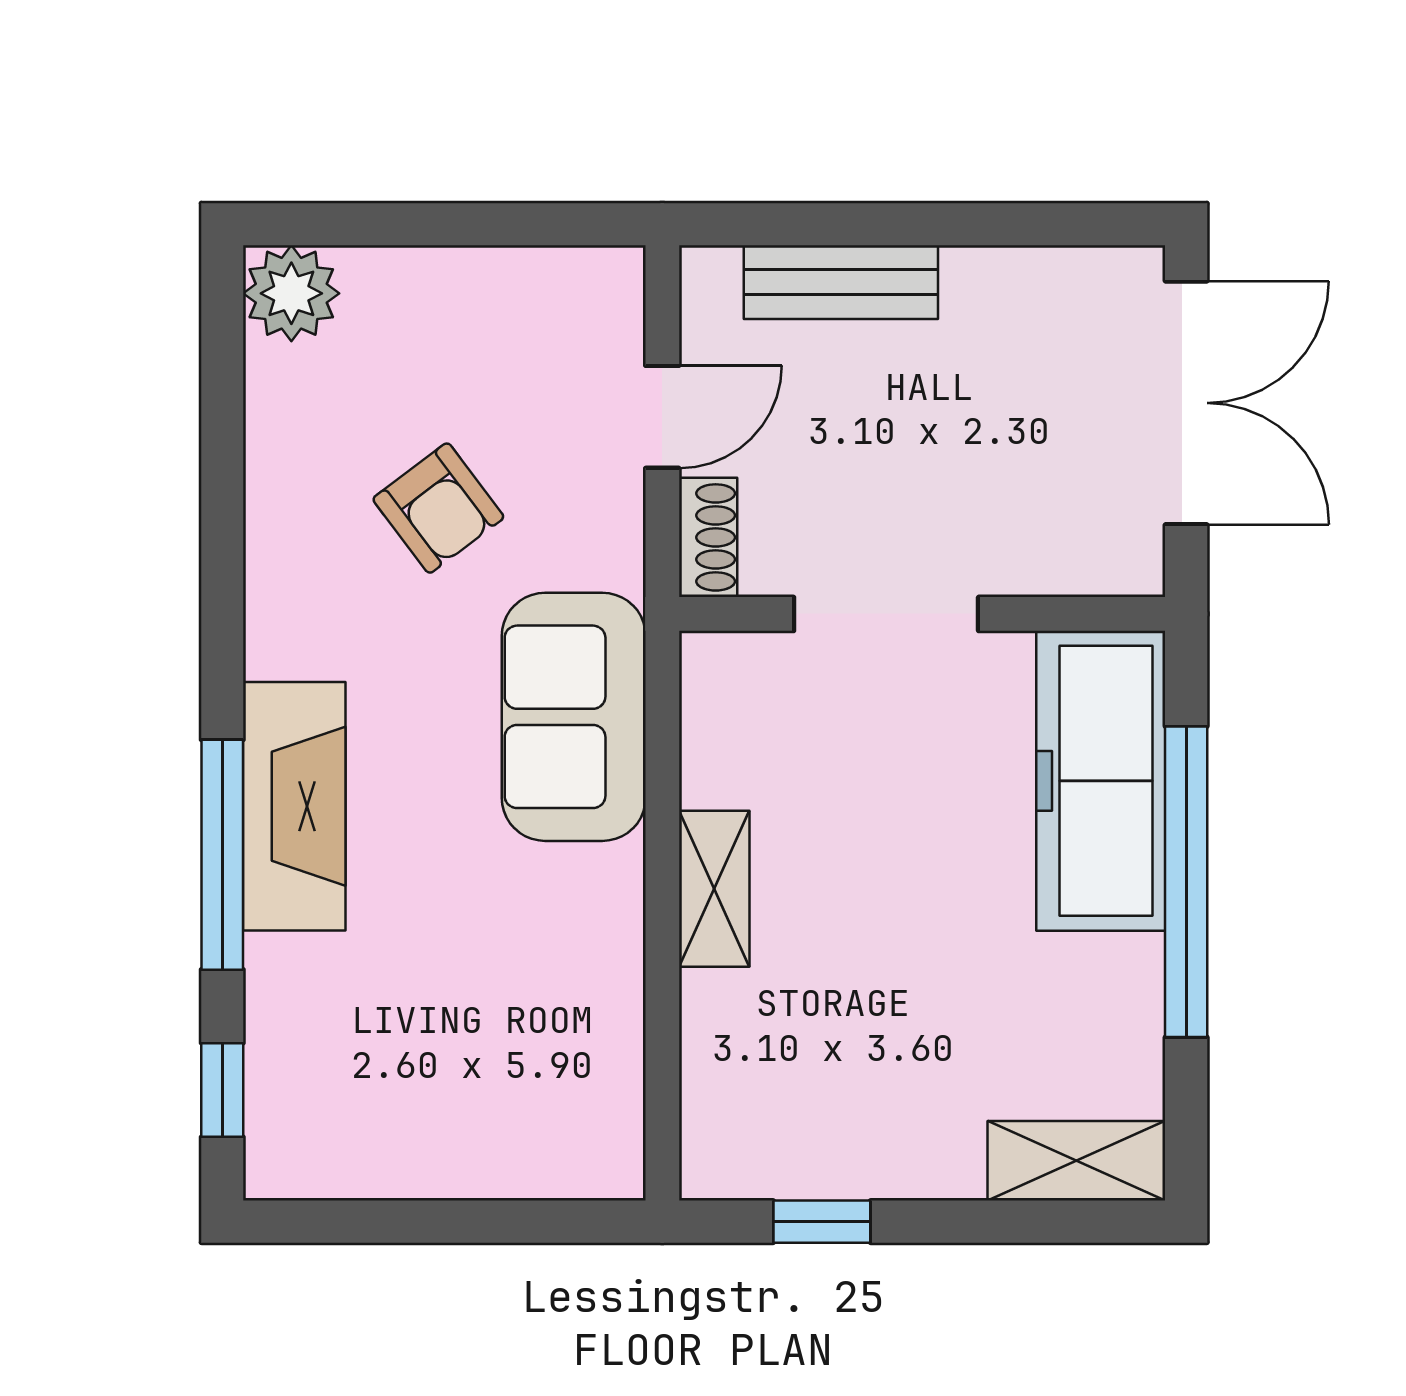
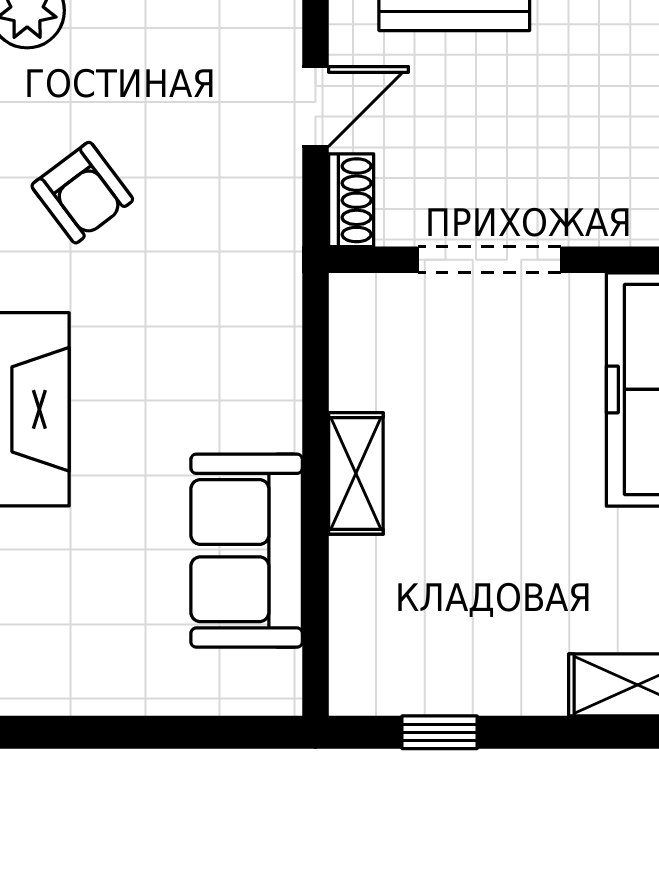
armchair: (438, 508) -> (82, 193), moved
sofa: (574, 717) -> (247, 551), moved

